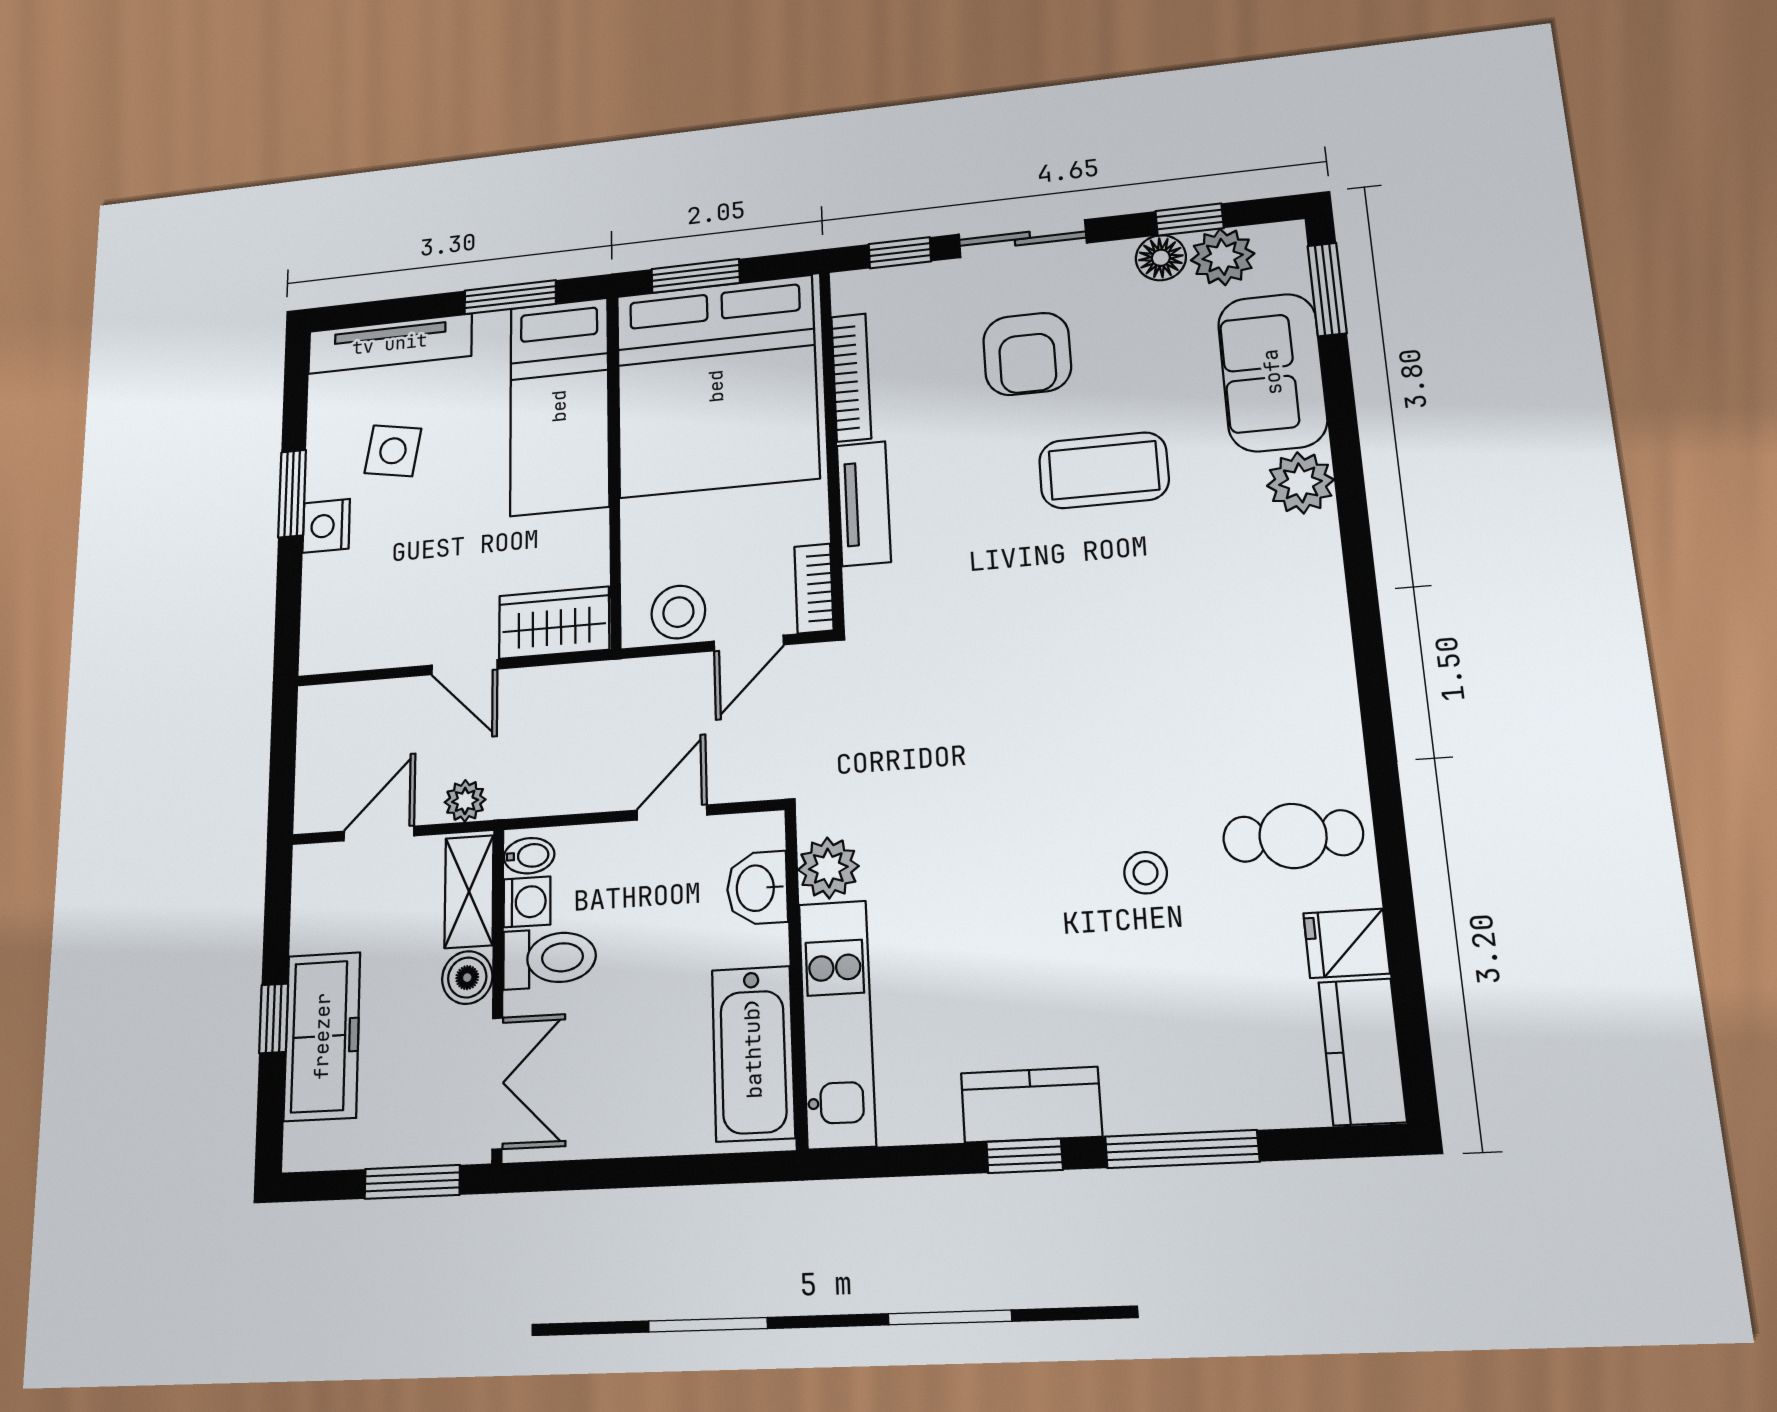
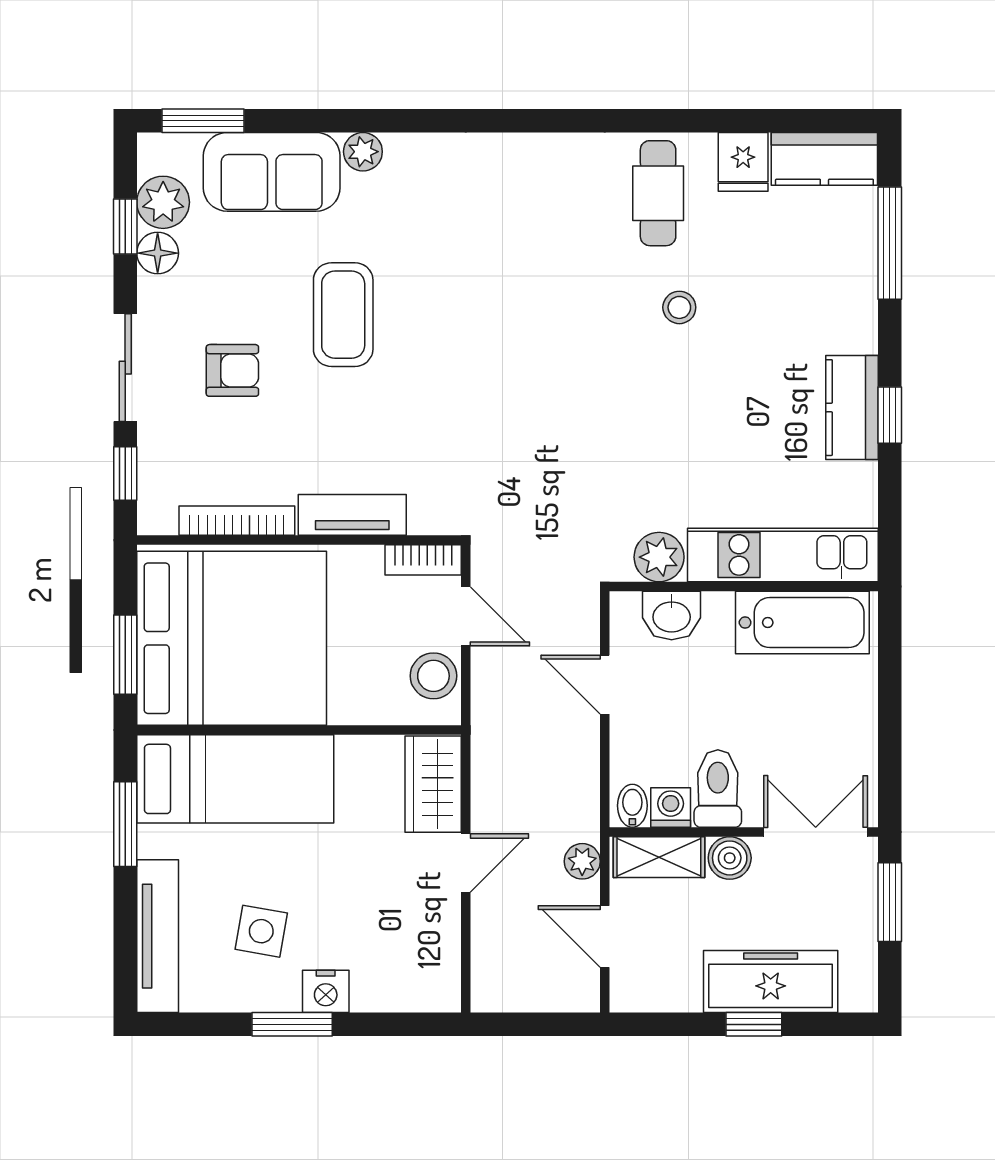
armchair: (1027, 354) -> (232, 370), width x0.72, depth x0.72
plant: (1300, 483) -> (363, 152), width x0.73, depth x0.73
window: (1182, 1149) -> (890, 243), moved

